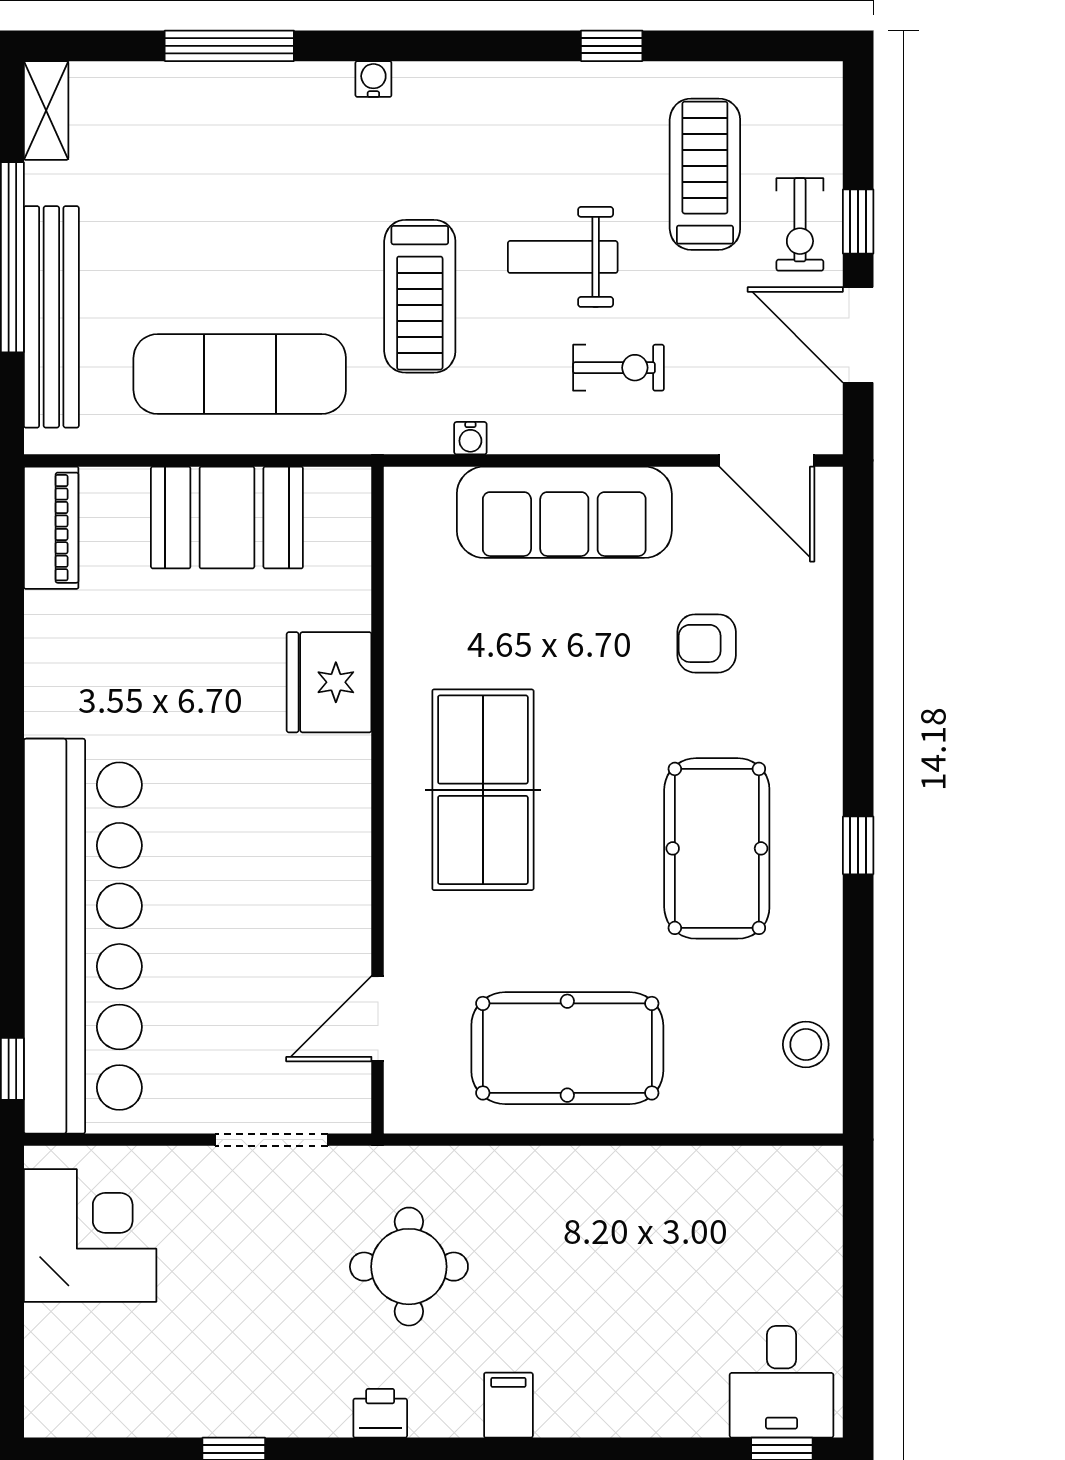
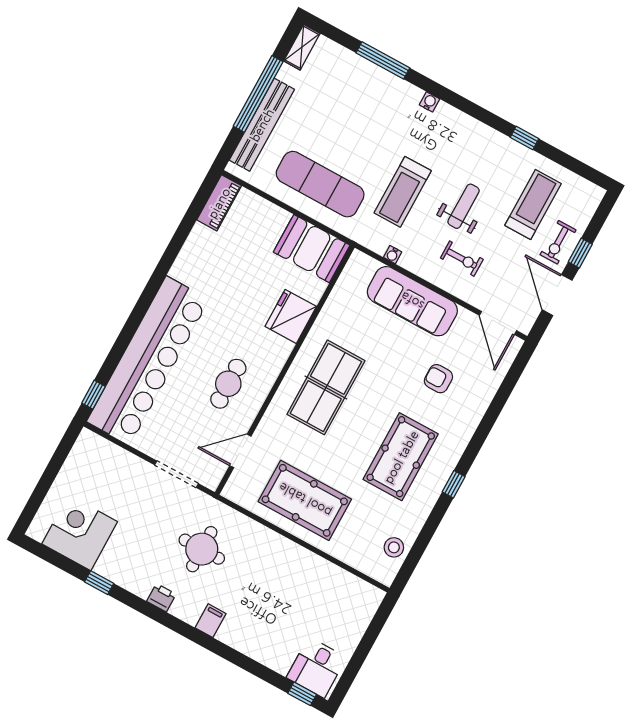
weight bench: (563, 257) -> (464, 206), turned 90
booth: (227, 518) -> (312, 249), moved
cafe table: (276, 893) -> (228, 384), added
corner desk: (90, 1235) -> (80, 533), moved, turned -90

